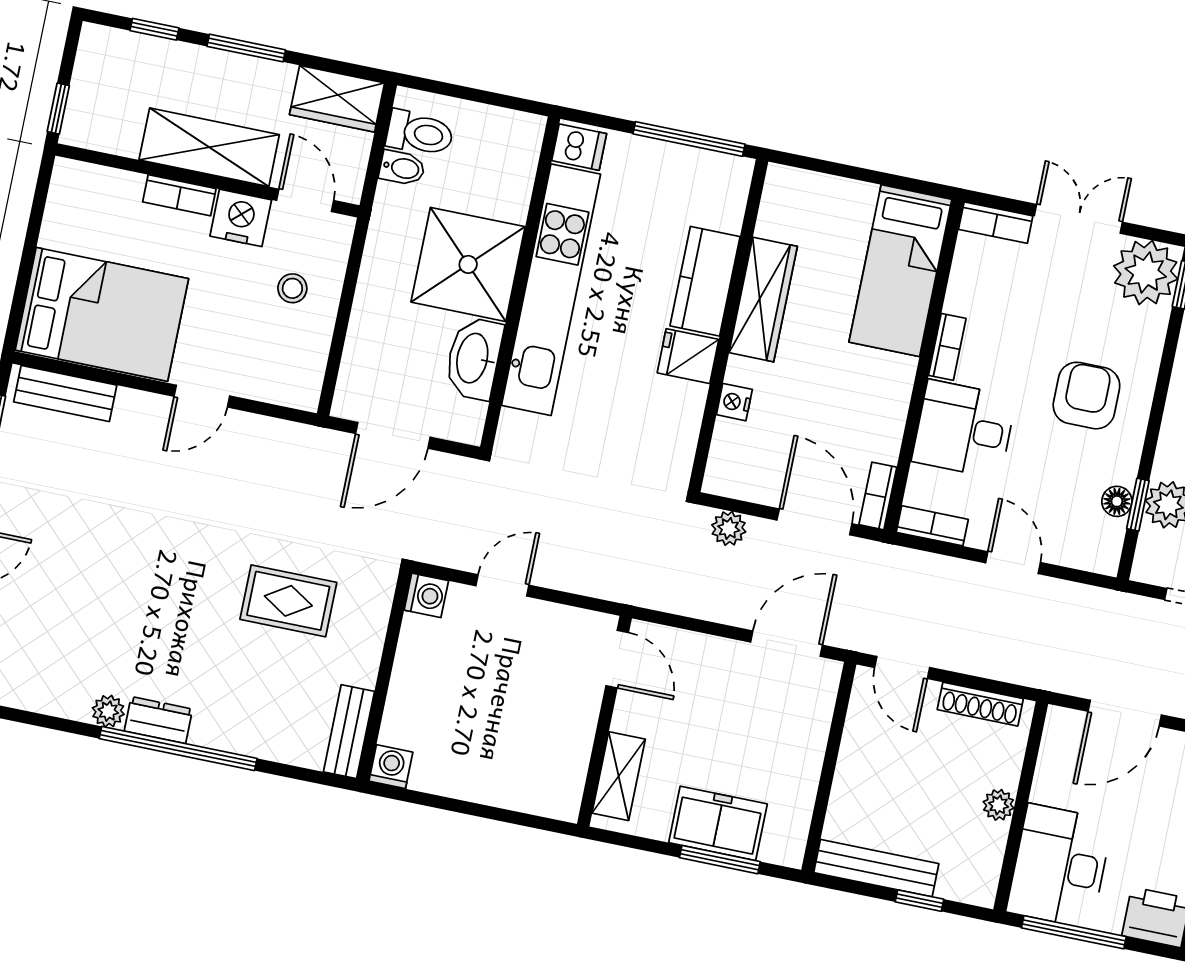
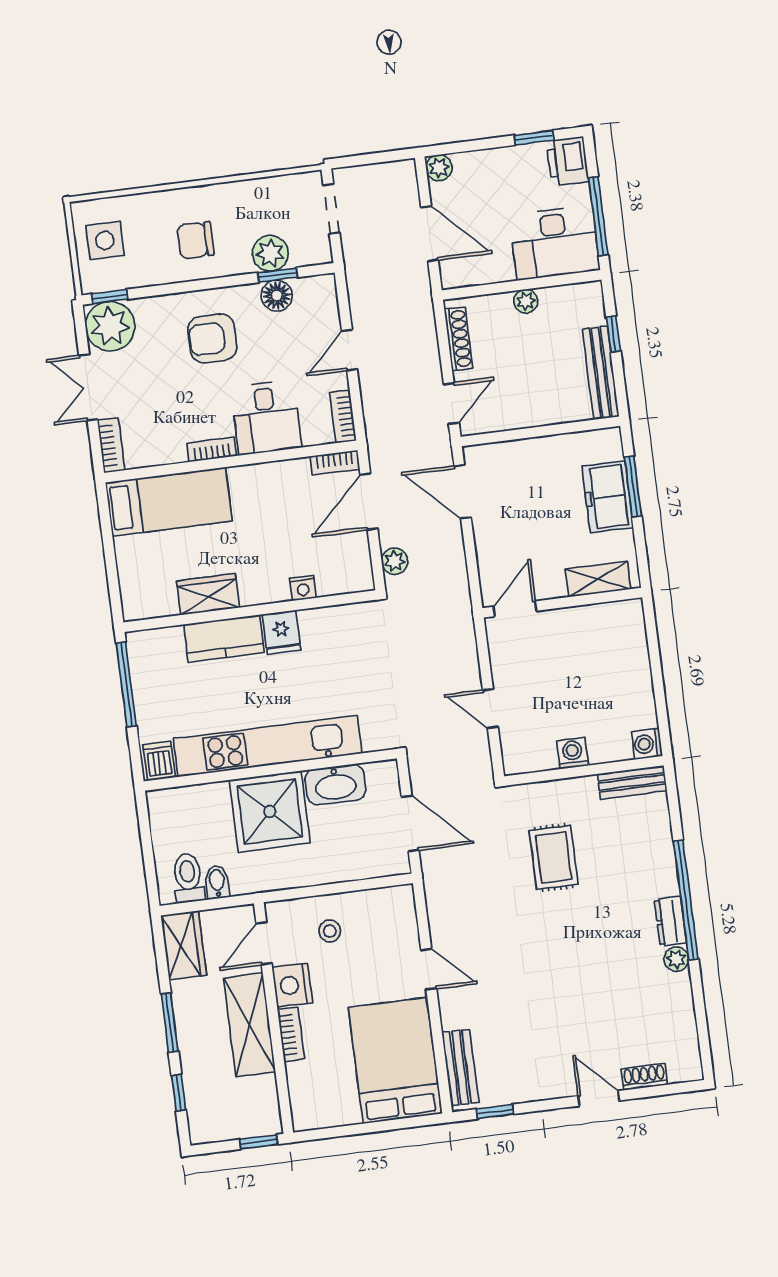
wardrobe: (763, 300) -> (208, 594), width x0.67
floor lamp: (1117, 501) -> (277, 296), width x1.37, depth x1.37
washing machine: (426, 595) -> (573, 753), moved

